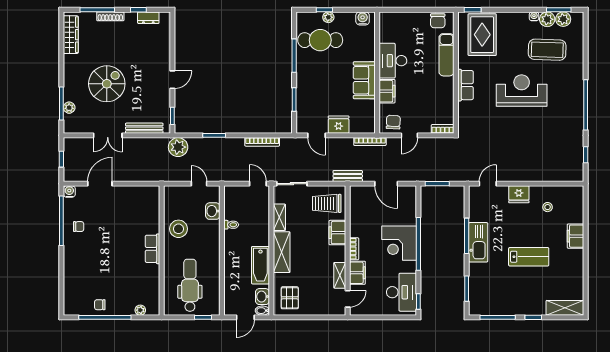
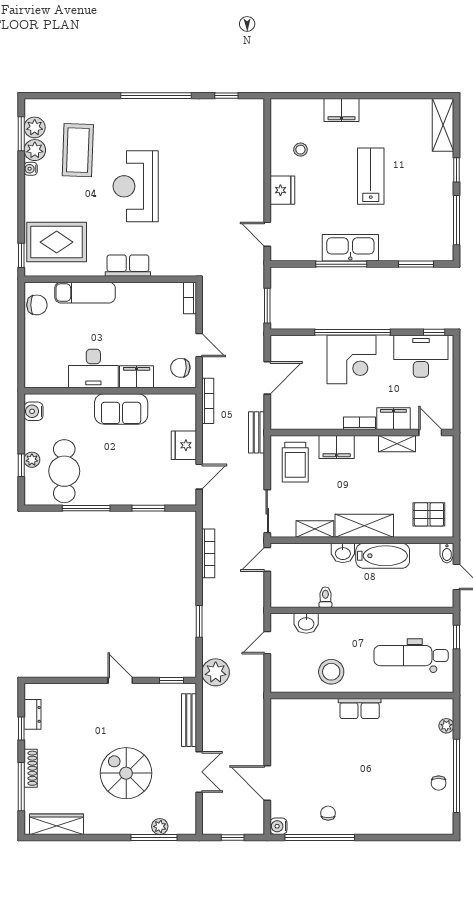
washbasin: (262, 297) -> (343, 553), moved

